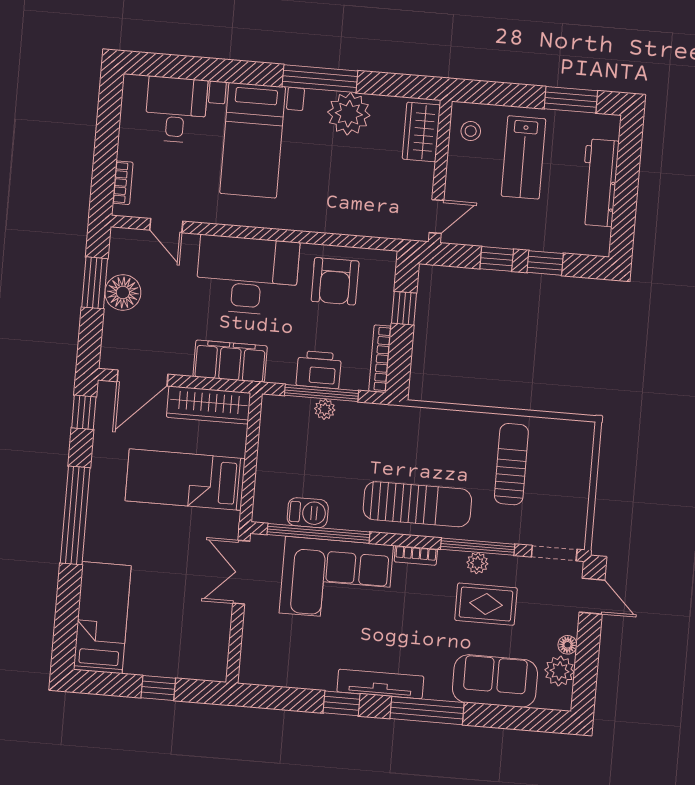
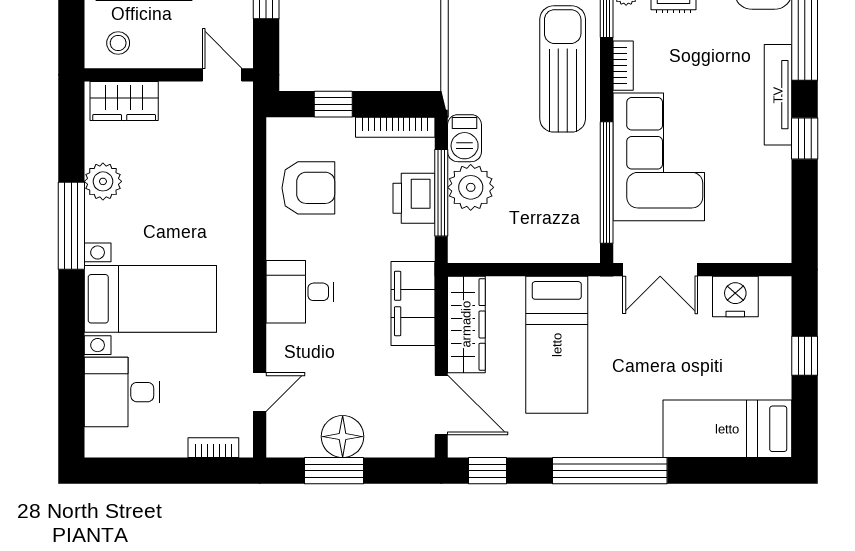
plant: (349, 114) -> (103, 181), width x0.73, depth x0.73
desk: (247, 275) -> (300, 292), width x0.53, depth x0.77
plant: (325, 409) -> (471, 187), width x1.87, depth x1.87
barbecue: (308, 513) -> (465, 138), moved, turned 180
nightstand: (213, 634) -> (735, 296), added

